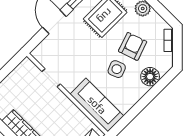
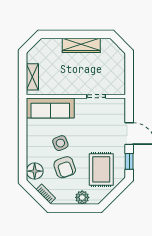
floor lamp: (150, 77) -> (35, 171), moved

